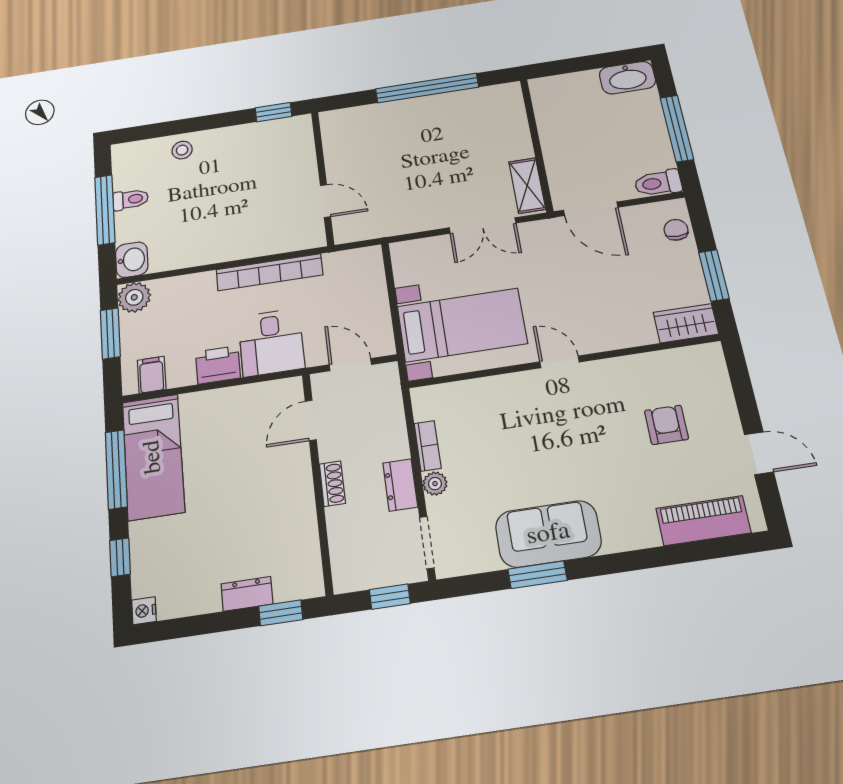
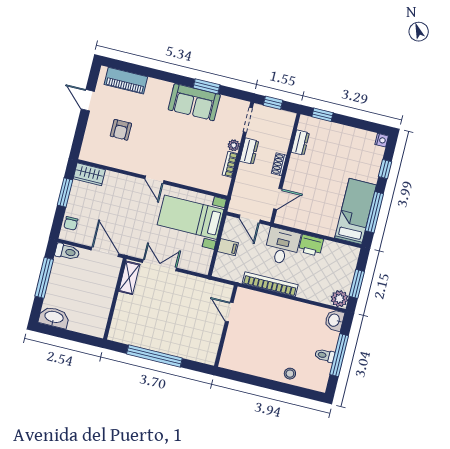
window: (273, 112) -> (236, 376), removed
filing cabinet: (152, 375) -> (228, 247), moved, turned -90
dresser: (247, 594) -> (300, 143), moved, turned -90

